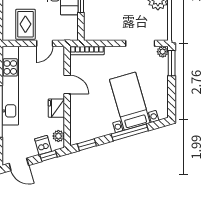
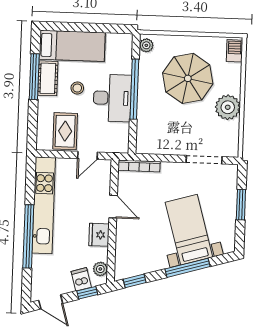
plant: (163, 52) -> (231, 171), removed
window: (172, 63) -> (241, 205), moved

